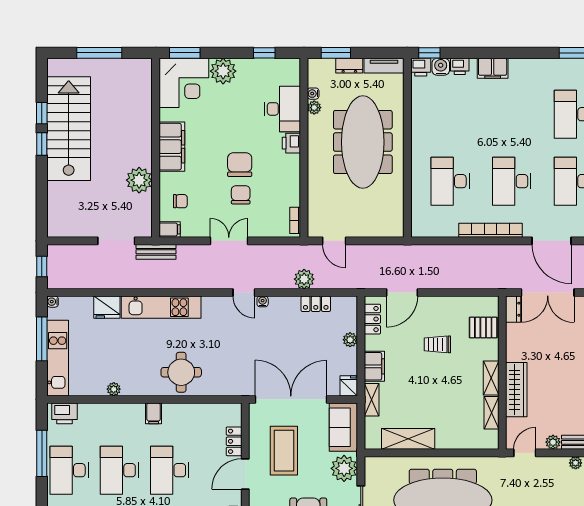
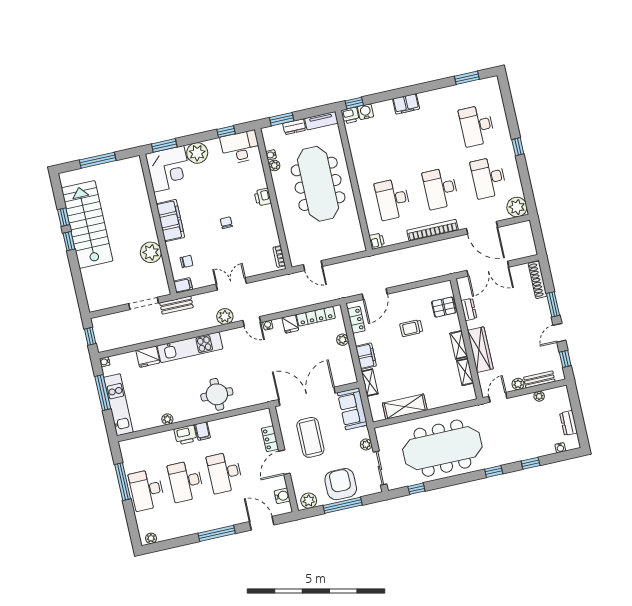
printer: (460, 66) -> (377, 241), moved, turned -90
desk: (283, 109) -> (240, 147), moved, turned -90
chair: (240, 165) -> (226, 223), width x0.54, depth x0.54
chair: (241, 195) -> (232, 246), removed
plant: (304, 279) -> (225, 316), moved
locker: (316, 304) -> (316, 316), width x1.53
dresser: (513, 309) -> (469, 309), moved
fridge: (349, 386) -> (290, 324), moved, turned 180
printer: (64, 413) -> (186, 435), moved
plant: (344, 468) -> (366, 444), width x0.53, depth x0.53

